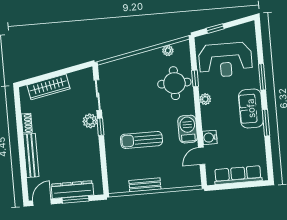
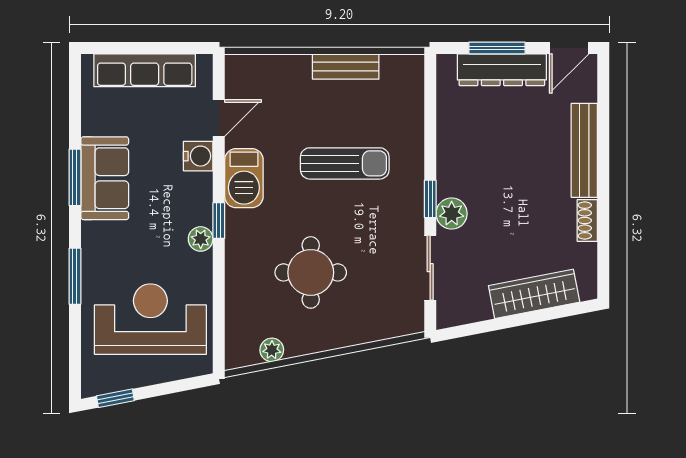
window: (215, 29) -> (115, 398), moved
window: (195, 78) -> (219, 221), moved
round table: (174, 83) -> (311, 272), moved
sofa: (251, 108) -> (105, 178), moved

